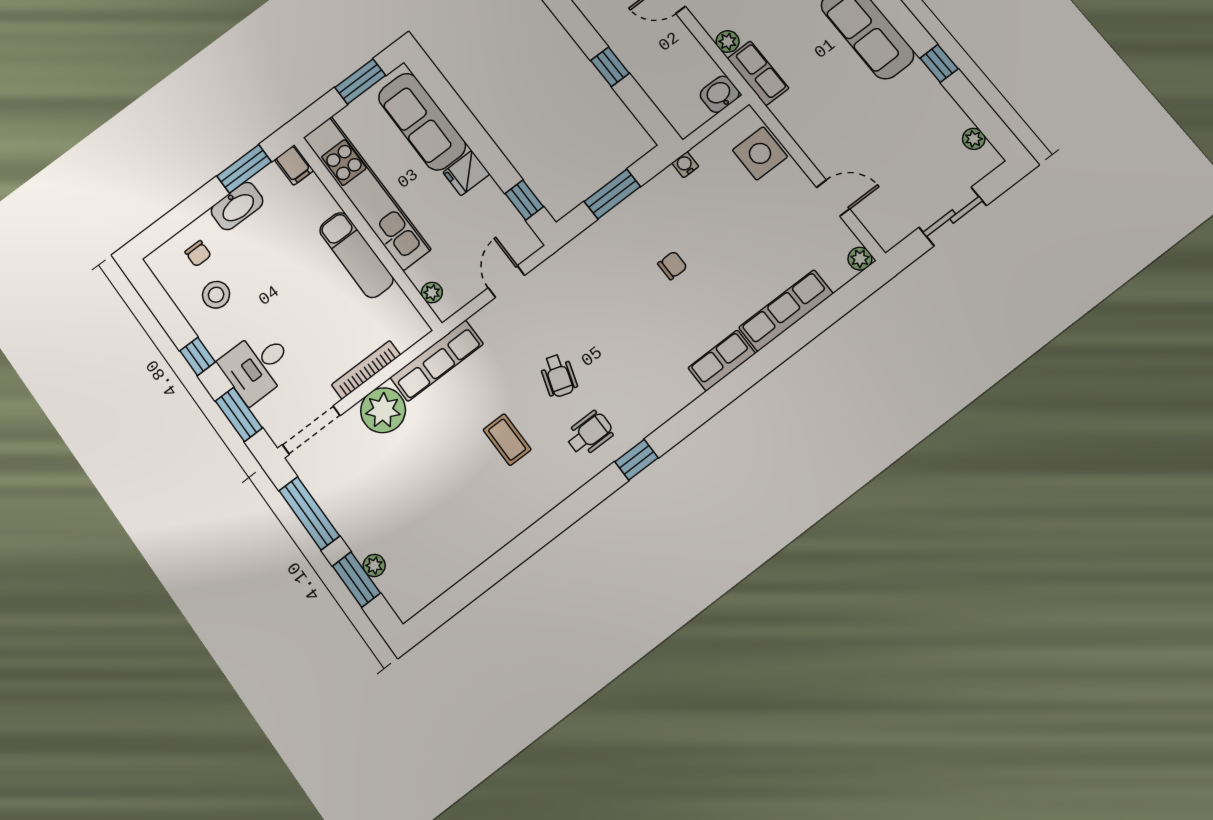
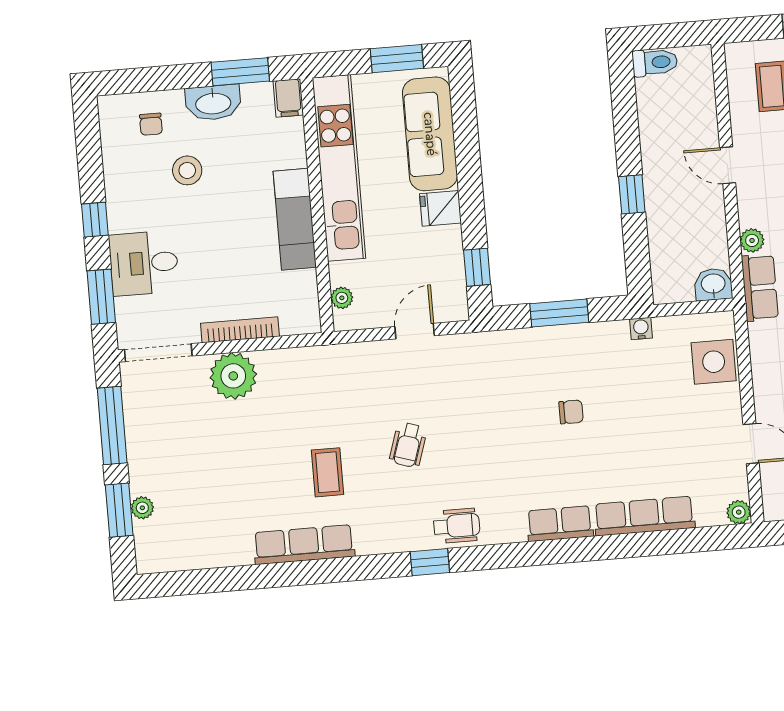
stool: (216, 295) -> (187, 170), moved
row of seats: (437, 361) -> (304, 545), moved, turned 180
wheelchair: (590, 433) -> (457, 526), moved

